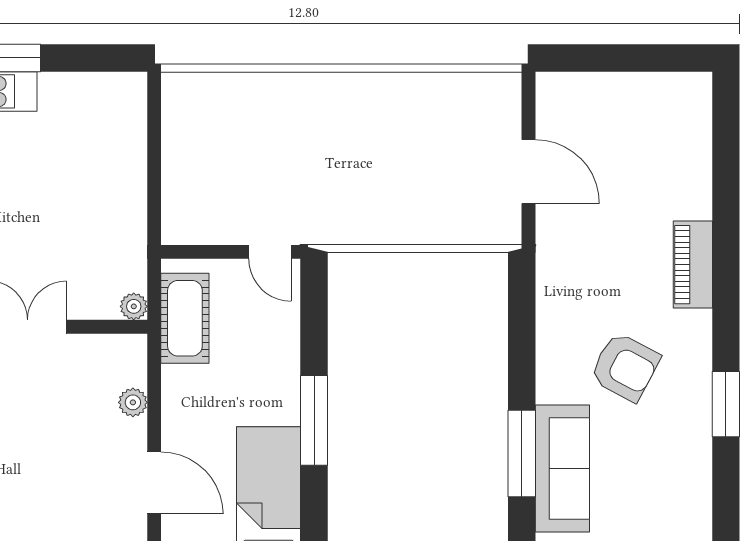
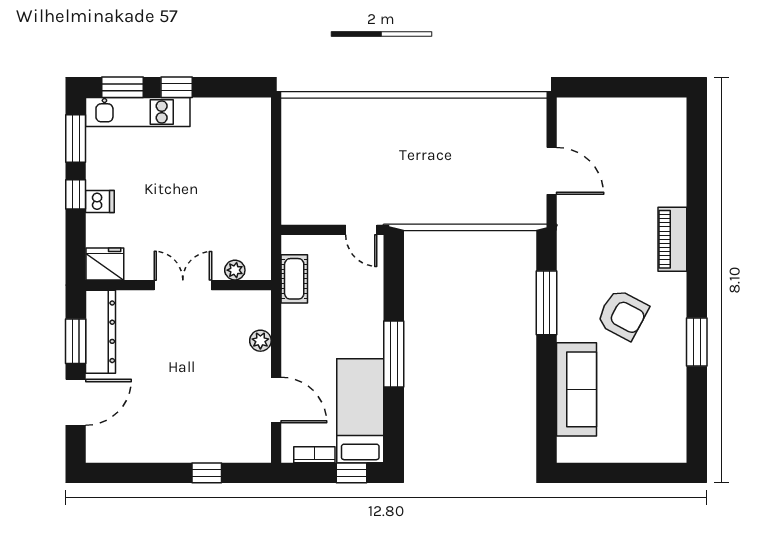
plant: (134, 306) -> (235, 270), moved
cot: (185, 318) -> (294, 279), width x0.73, depth x0.75
window: (522, 454) -> (547, 303), moved

